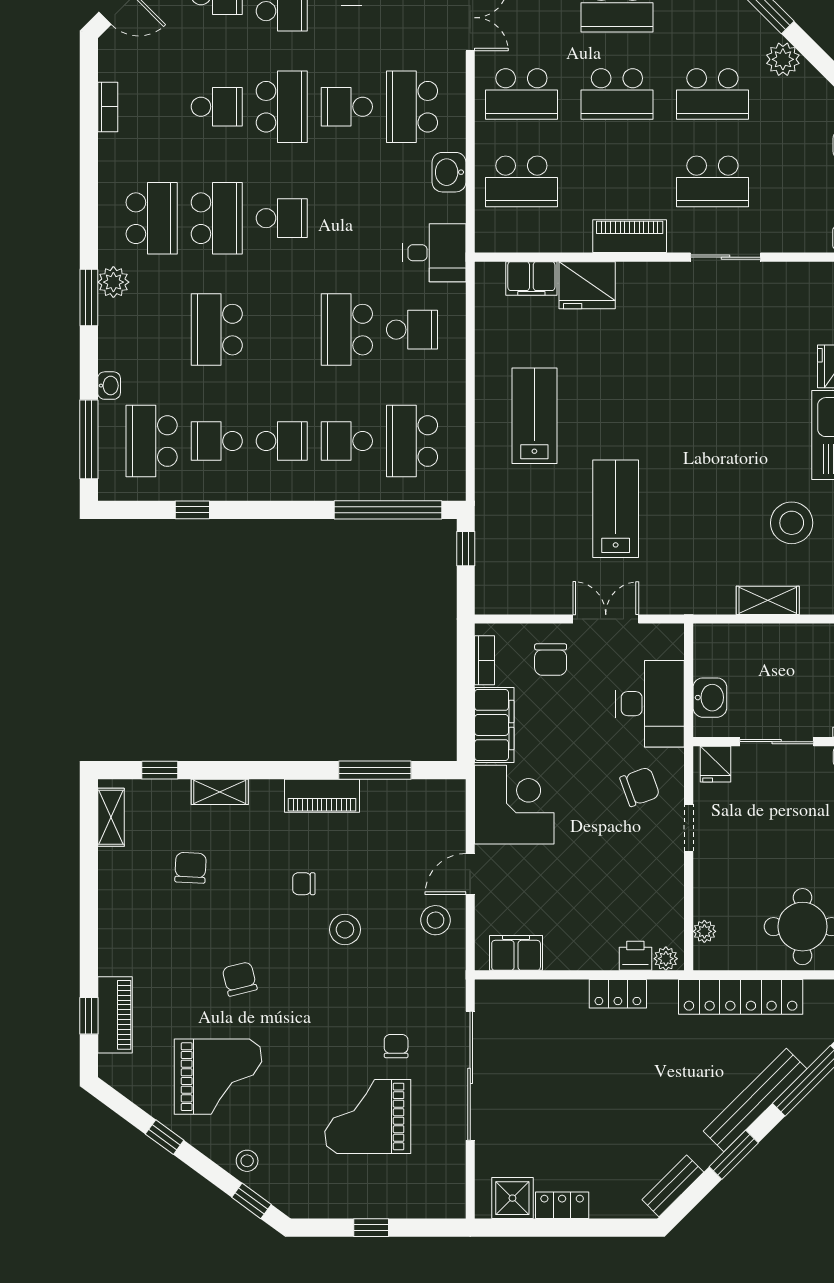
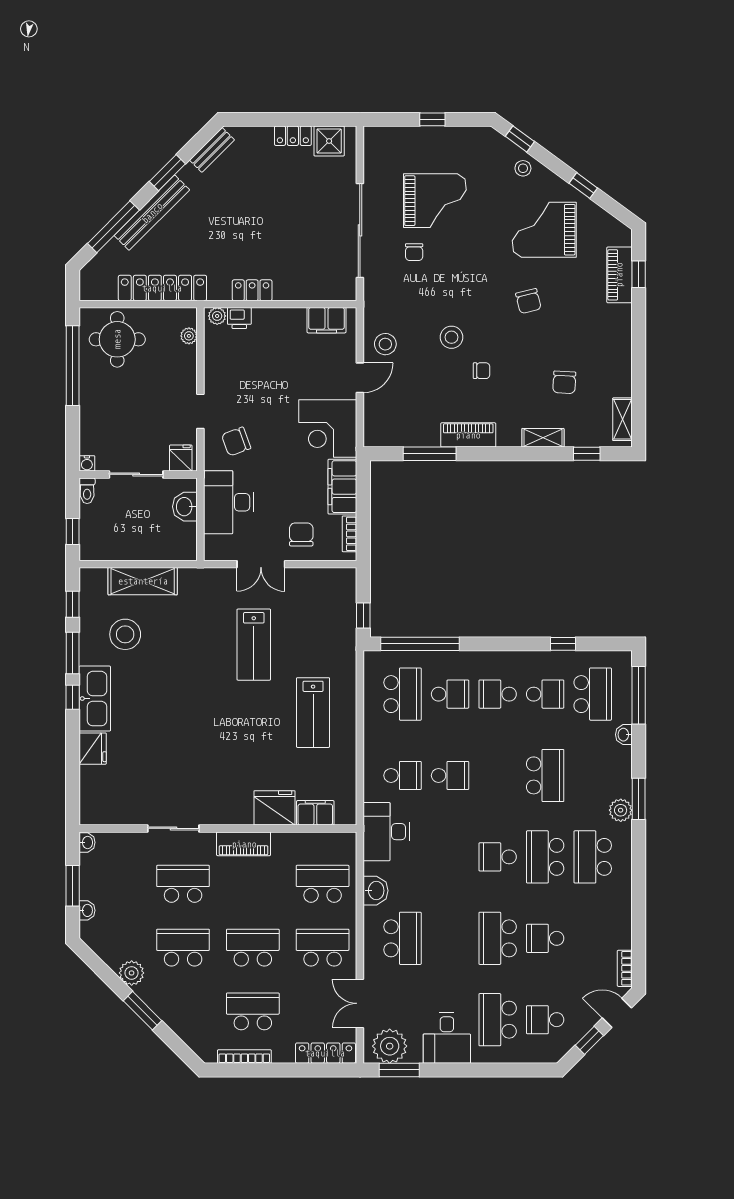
bookcase: (108, 107) -> (625, 968), moved
school desk: (347, 107) -> (450, 938), removed
desk: (434, 253) -> (386, 832), width x1.37
school desk: (347, 330) -> (450, 775), width x0.54
school desk: (412, 330) -> (403, 775), turned 180
shelving: (768, 600) -> (143, 581), width x1.50, depth x1.33

